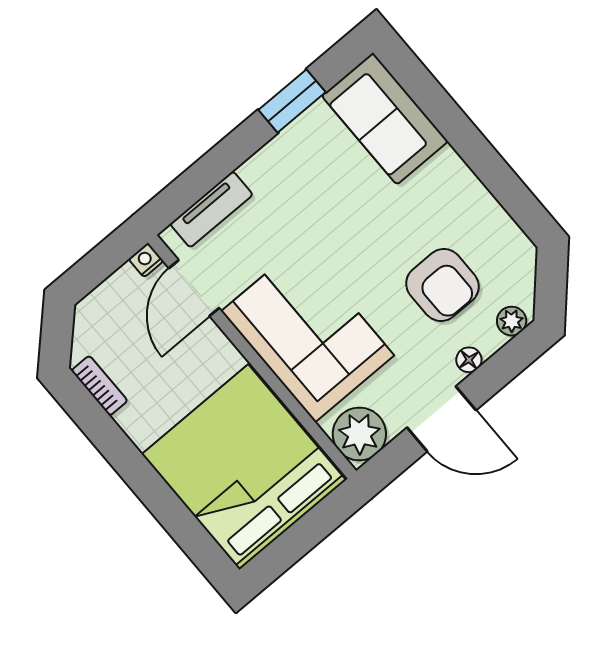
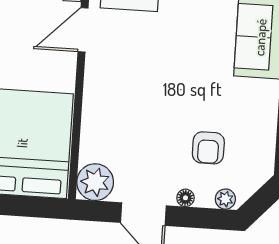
armchair: (442, 285) -> (208, 148), width x0.72, depth x0.72
corner sofa: (308, 333) -> (118, 107), removed

